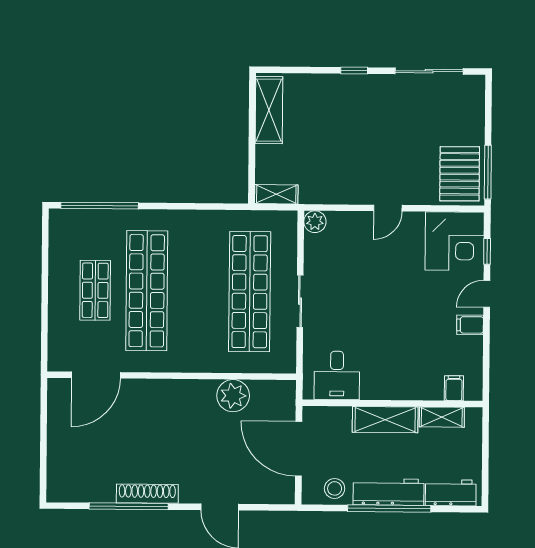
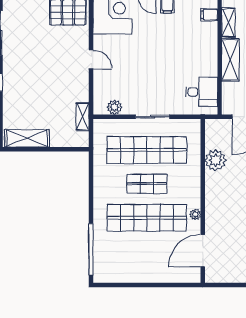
shelving: (276, 194) -> (82, 117), moved
plant: (315, 222) -> (114, 107), moved
shop shelf: (95, 290) -> (147, 184), moved
plant: (151, 364) -> (195, 214), added
door: (96, 375) -> (203, 251), swing flipped

